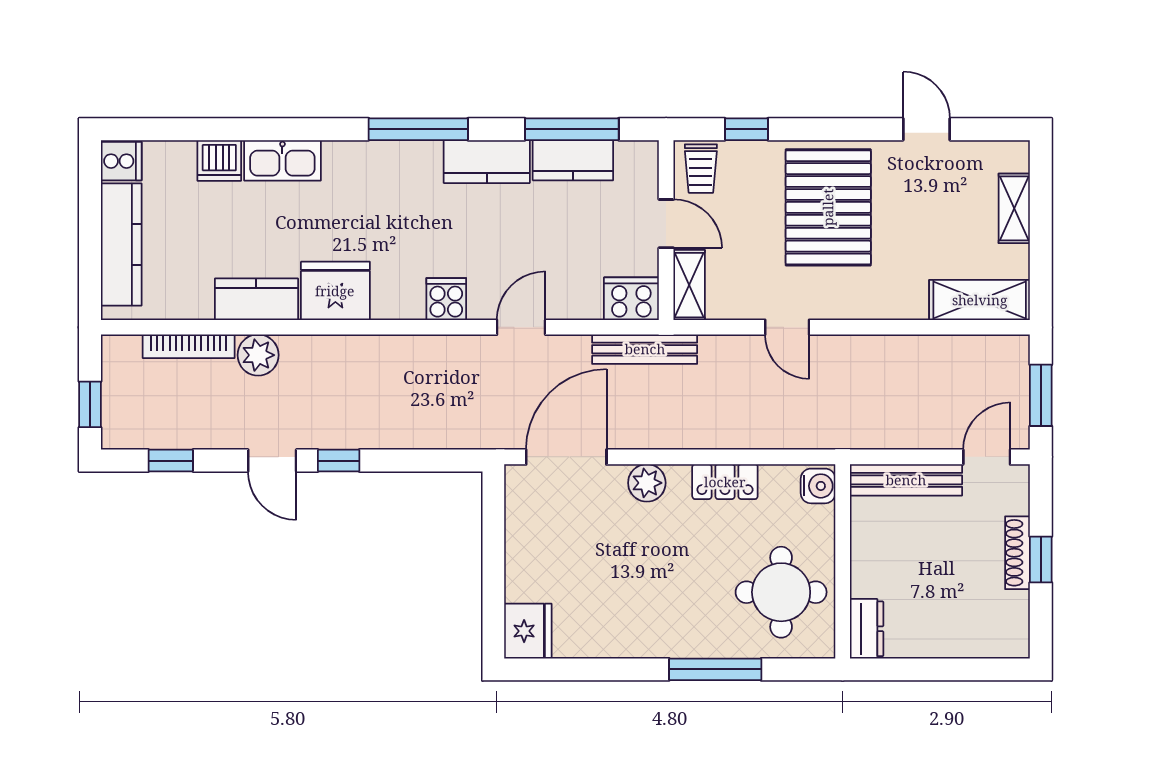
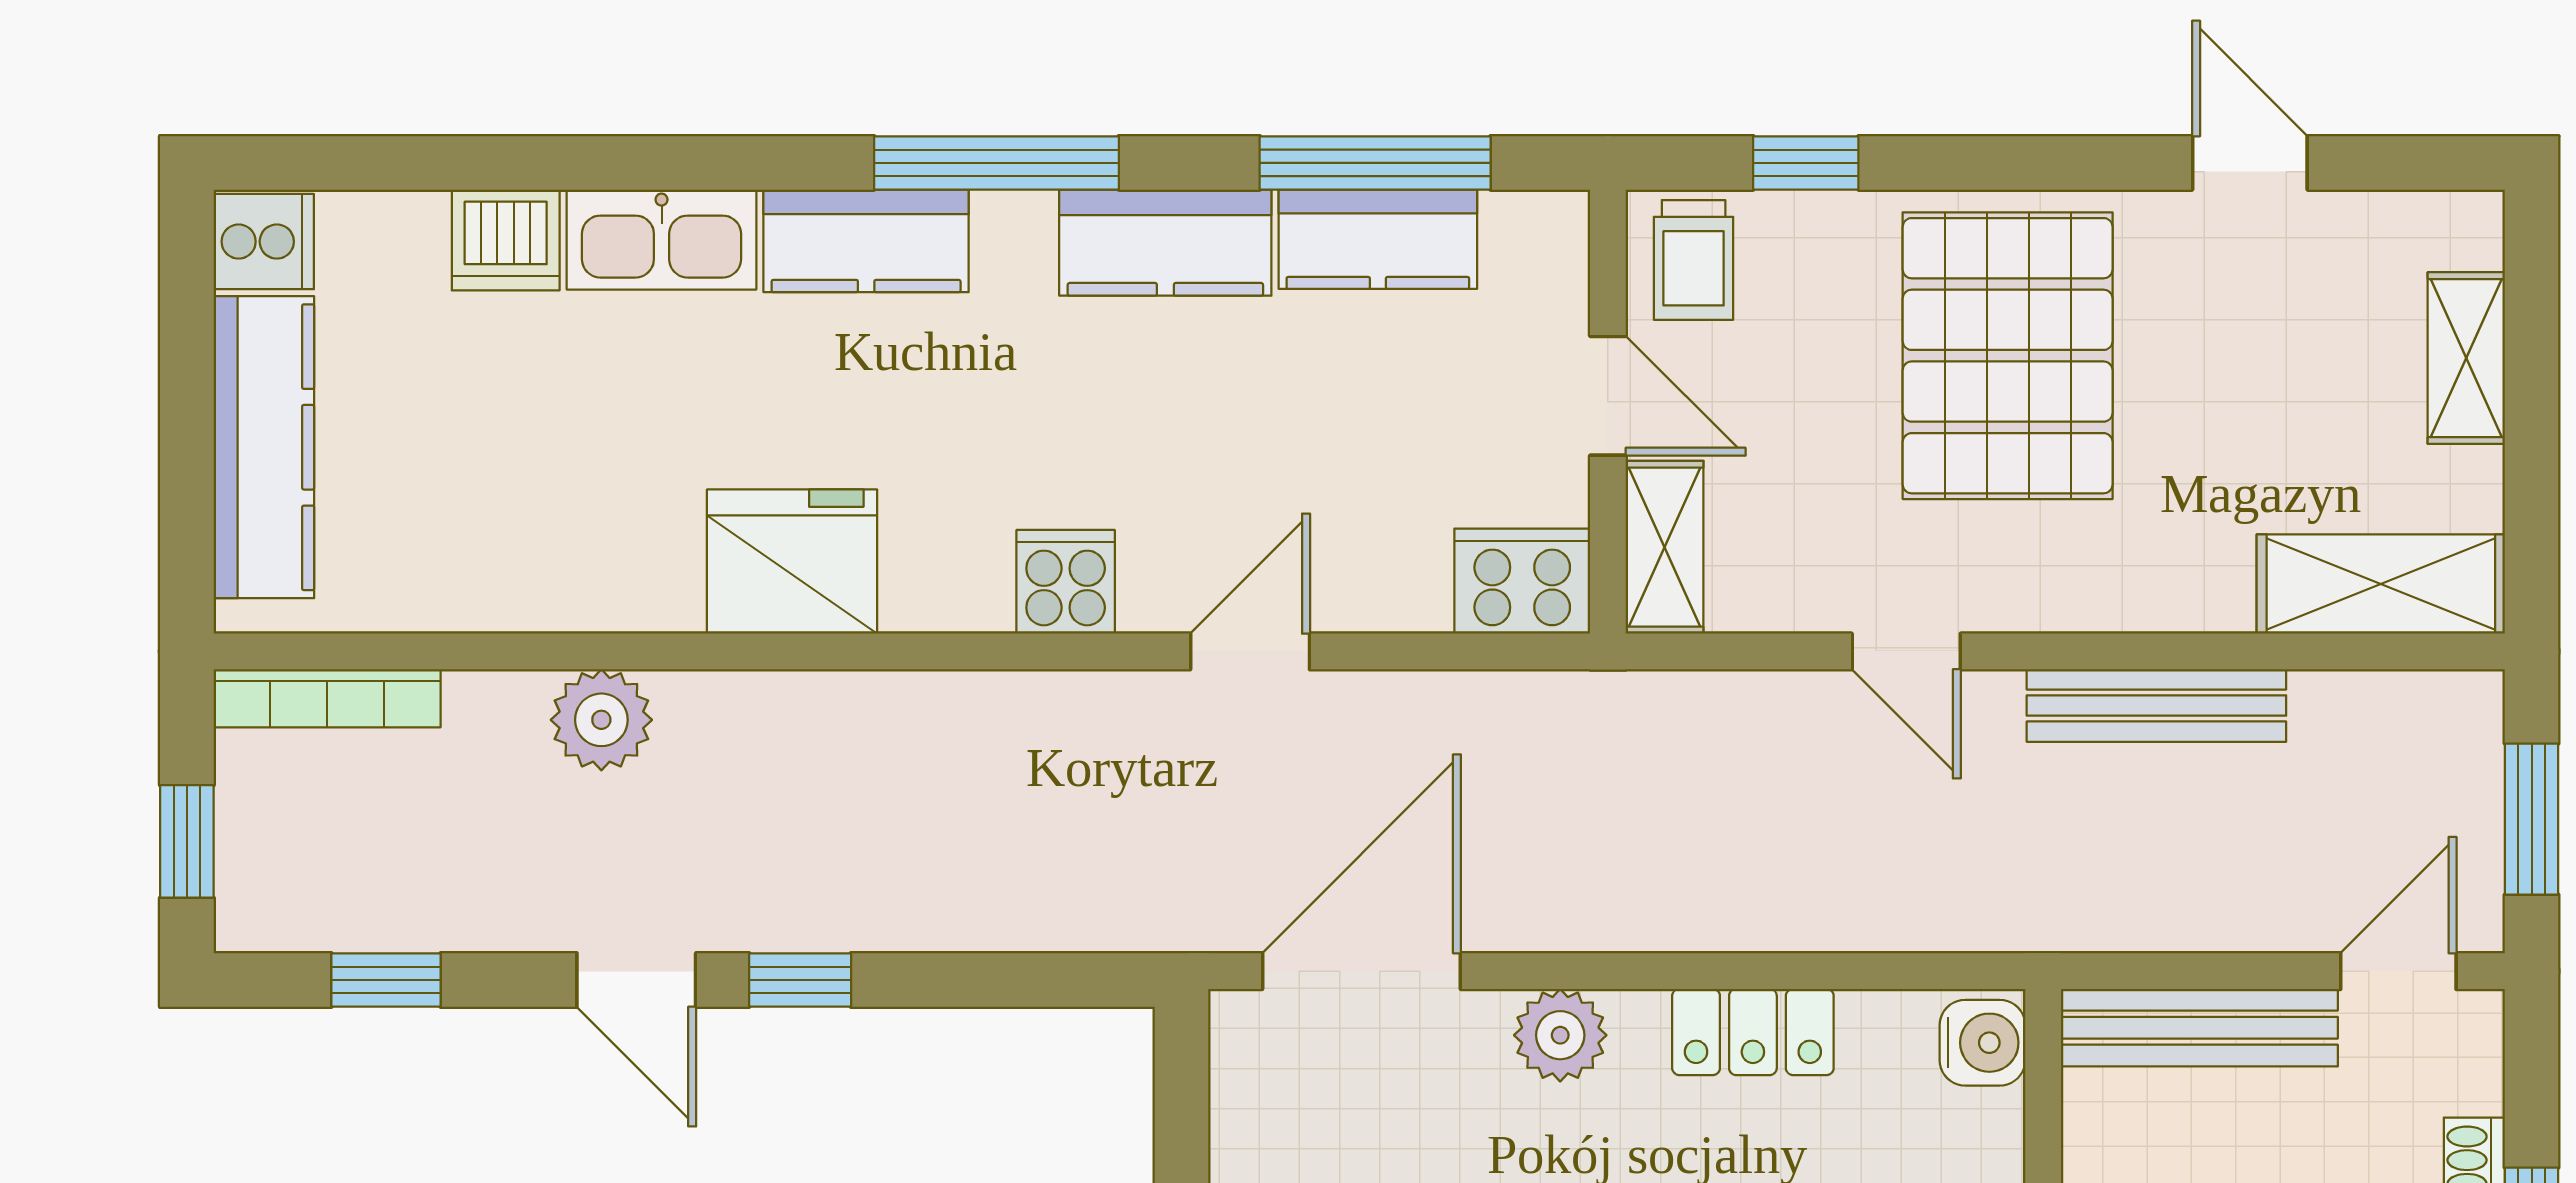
kitchen counter: (256, 299) -> (866, 241), moved, turned 180
bookcase: (189, 346) -> (327, 698), moved
bench: (645, 349) -> (2156, 705), moved

